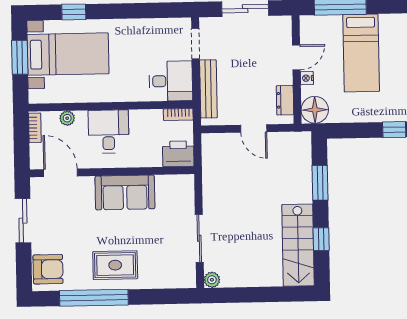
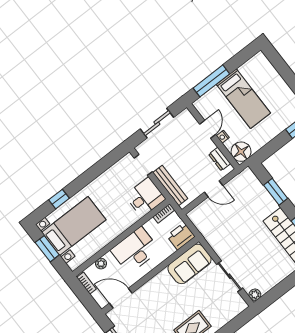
desk: (108, 132) -> (135, 250), width x1.37
sofa: (125, 192) -> (190, 264), moved

